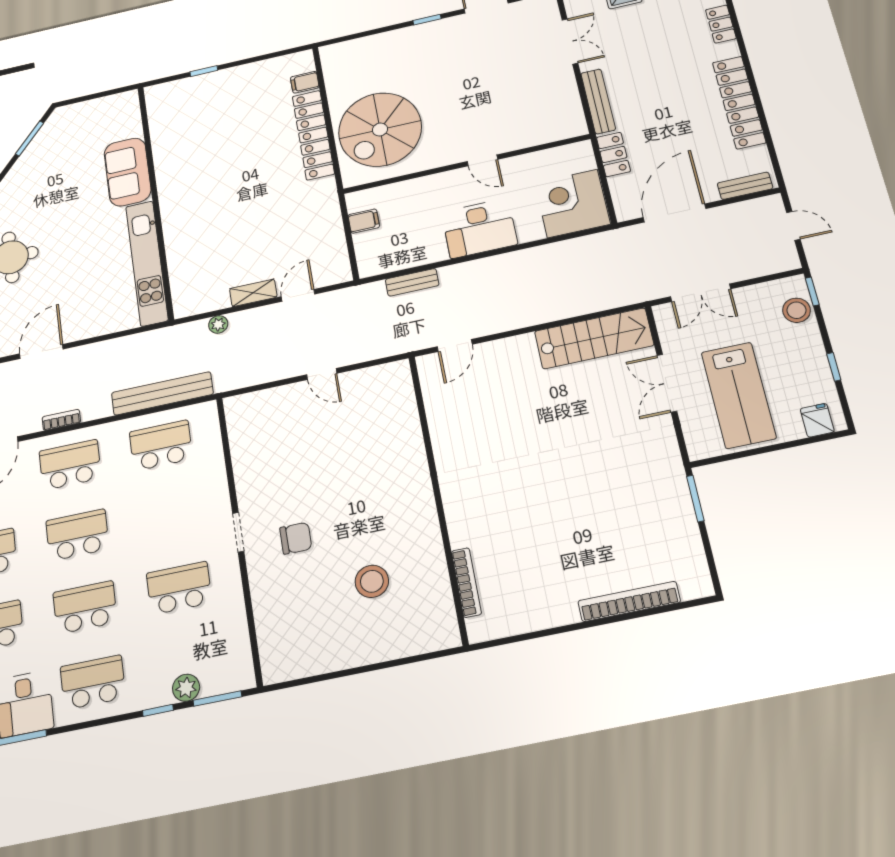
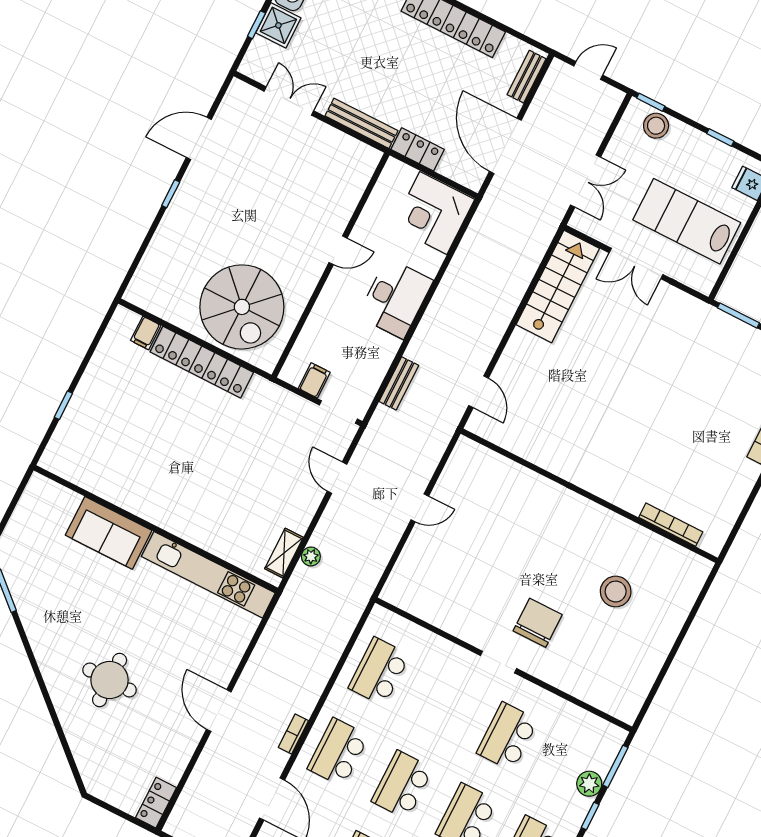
doorway: (352, 257) -> (338, 412), added
shelving: (253, 293) -> (284, 553), moved
bench: (162, 393) -> (335, 641), removed
lab bench: (739, 395) -> (687, 221), turned 180
chair: (296, 538) -> (538, 623), width x1.37, depth x1.37

